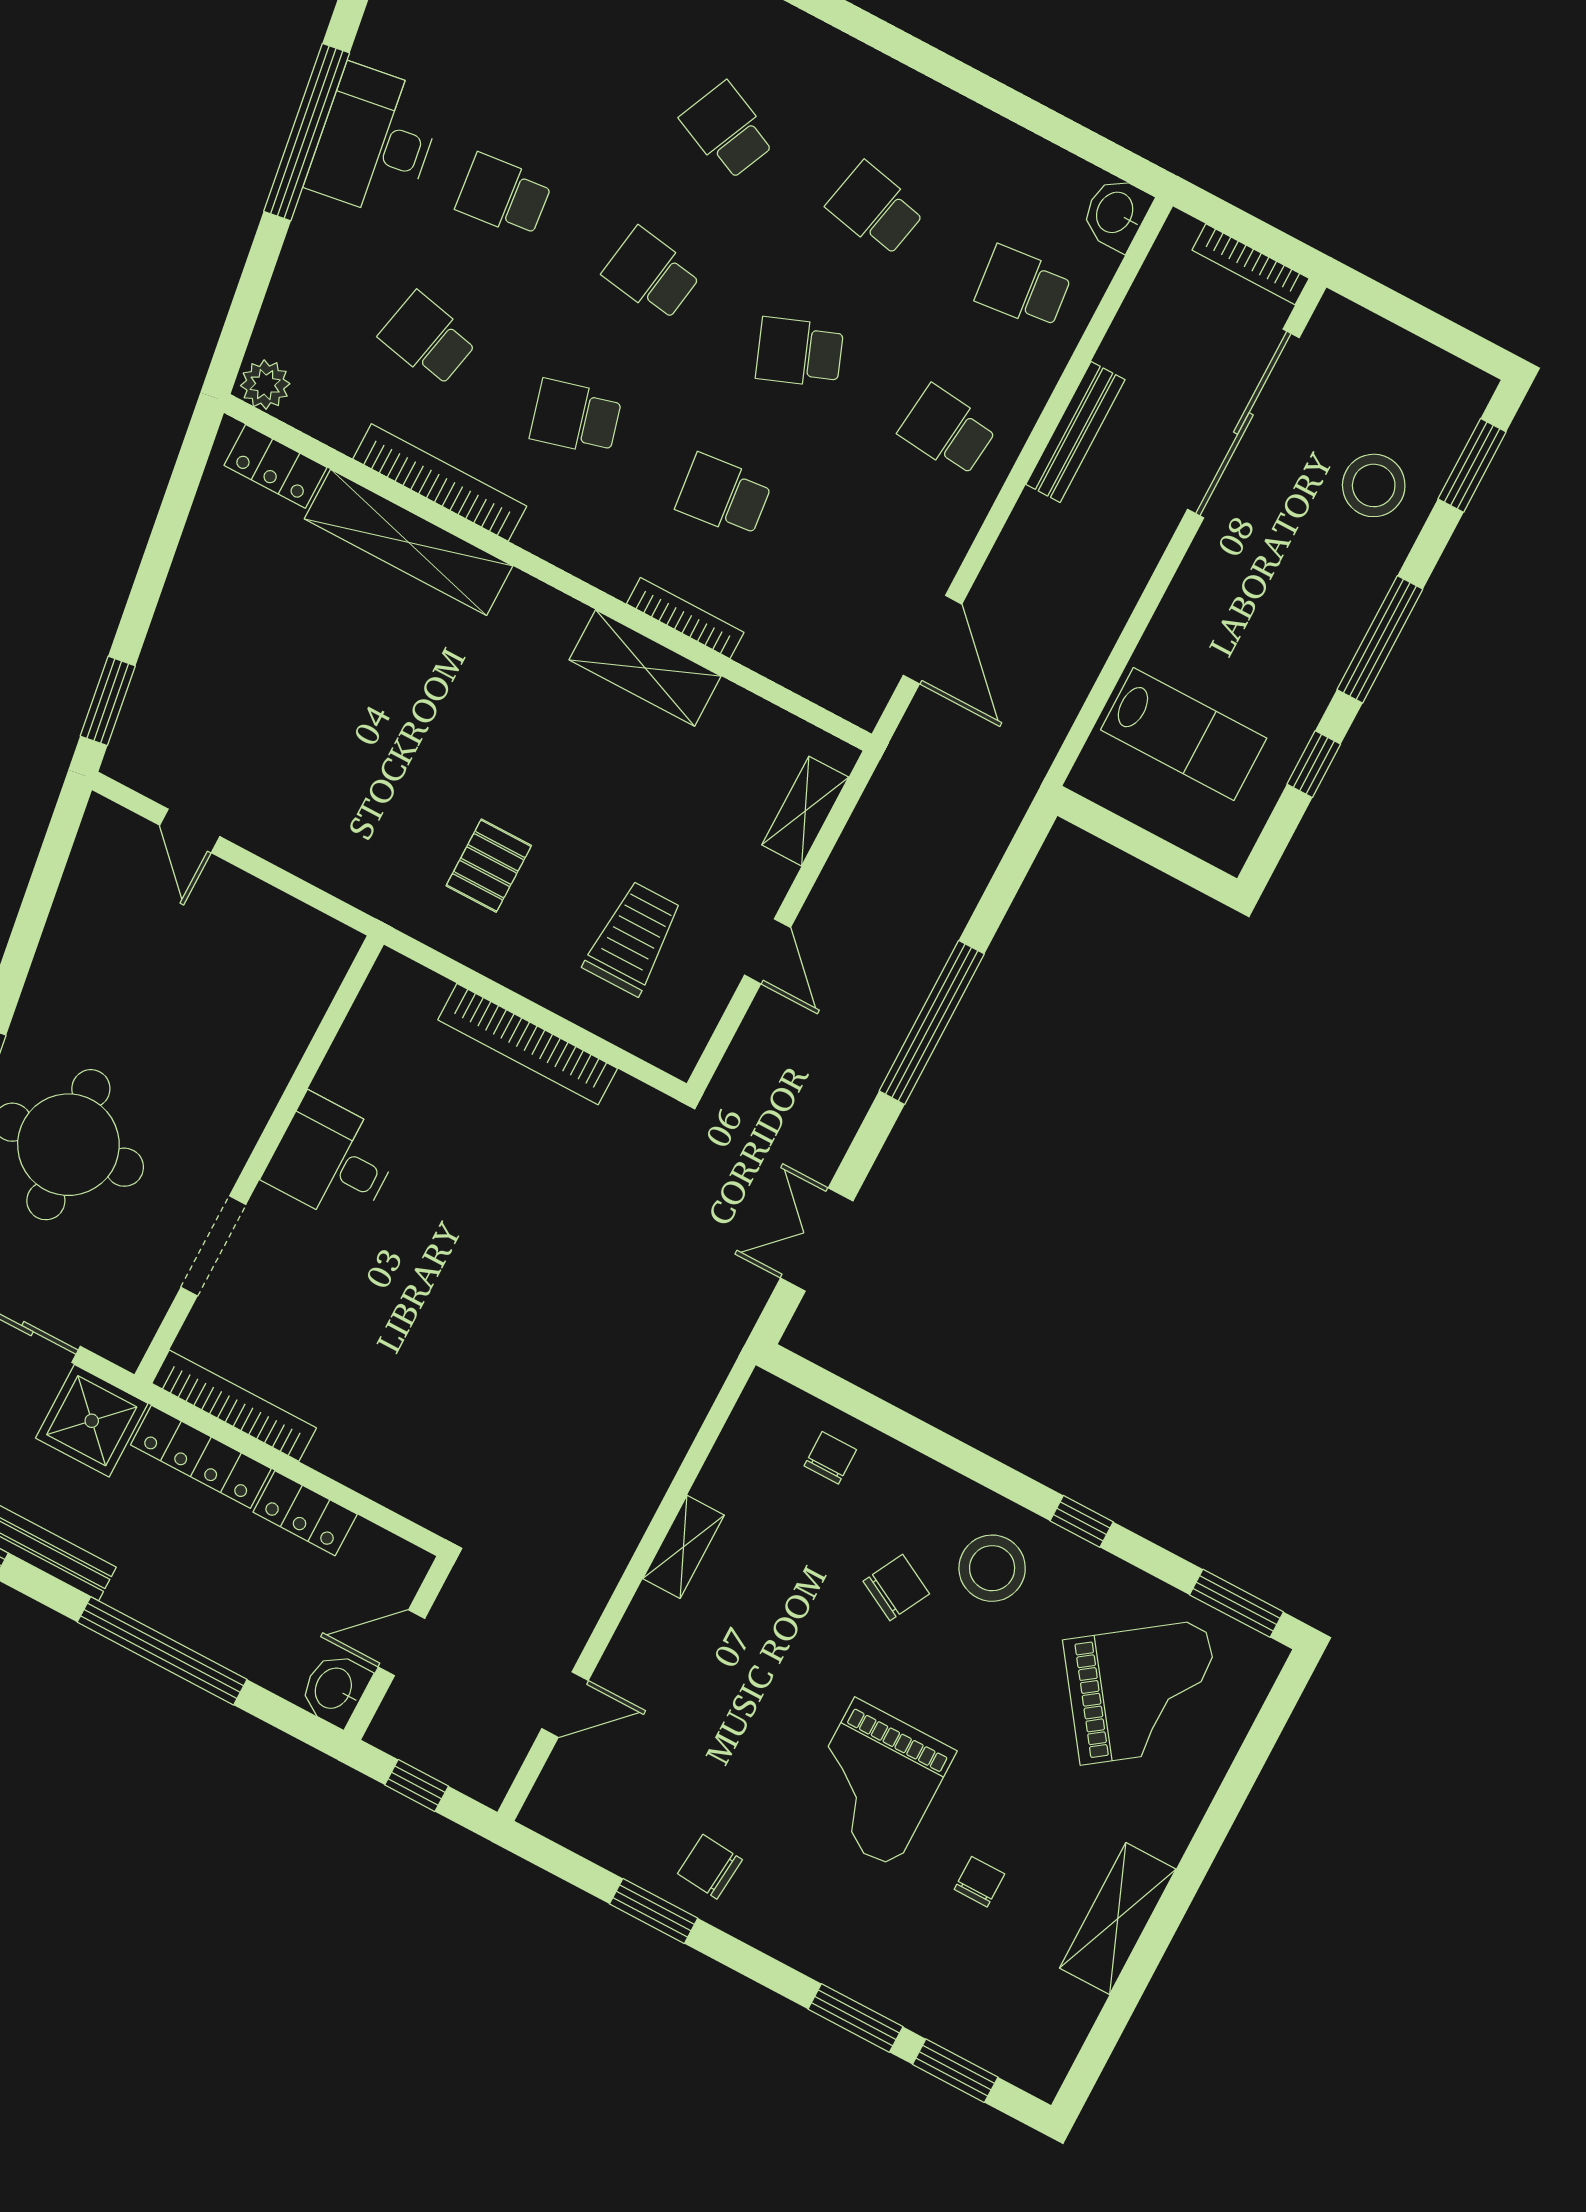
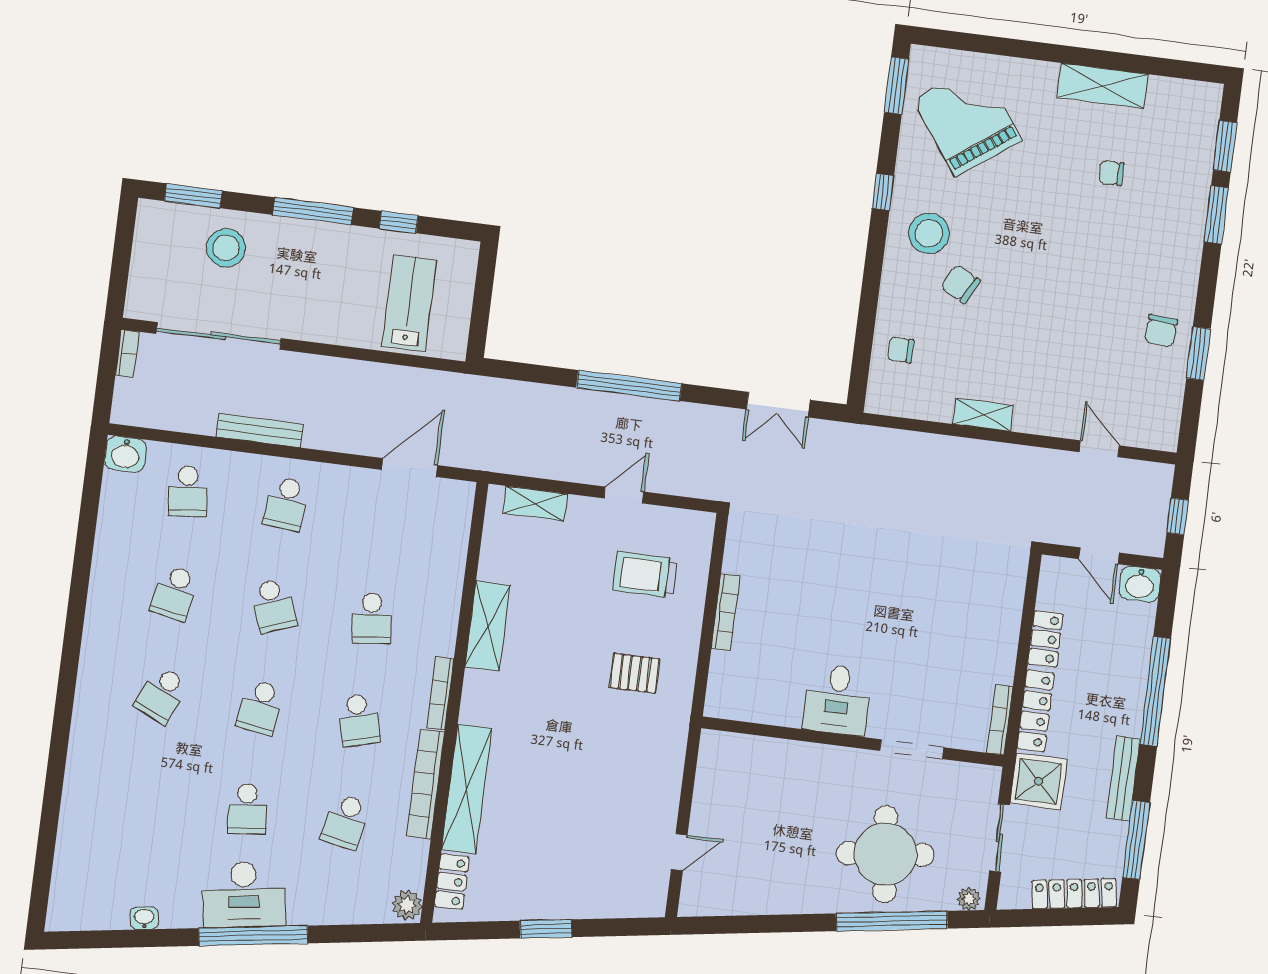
bookcase: (1251, 264) -> (127, 353), width x0.64
bookcase: (685, 618) -> (440, 693), moved
window: (108, 701) -> (546, 929), moved
bookcase: (528, 1044) -> (726, 612), width x0.68, depth x0.76
bookcase: (234, 1406) -> (1000, 720), width x0.68, depth x0.76
grand piano: (875, 1783) -> (1077, 254), removed

